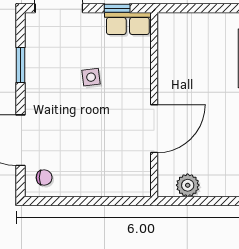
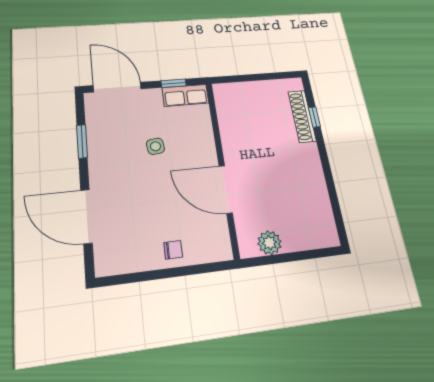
door: (154, 129) -> (226, 189), swing flipped
chair: (44, 178) -> (173, 250), moved

